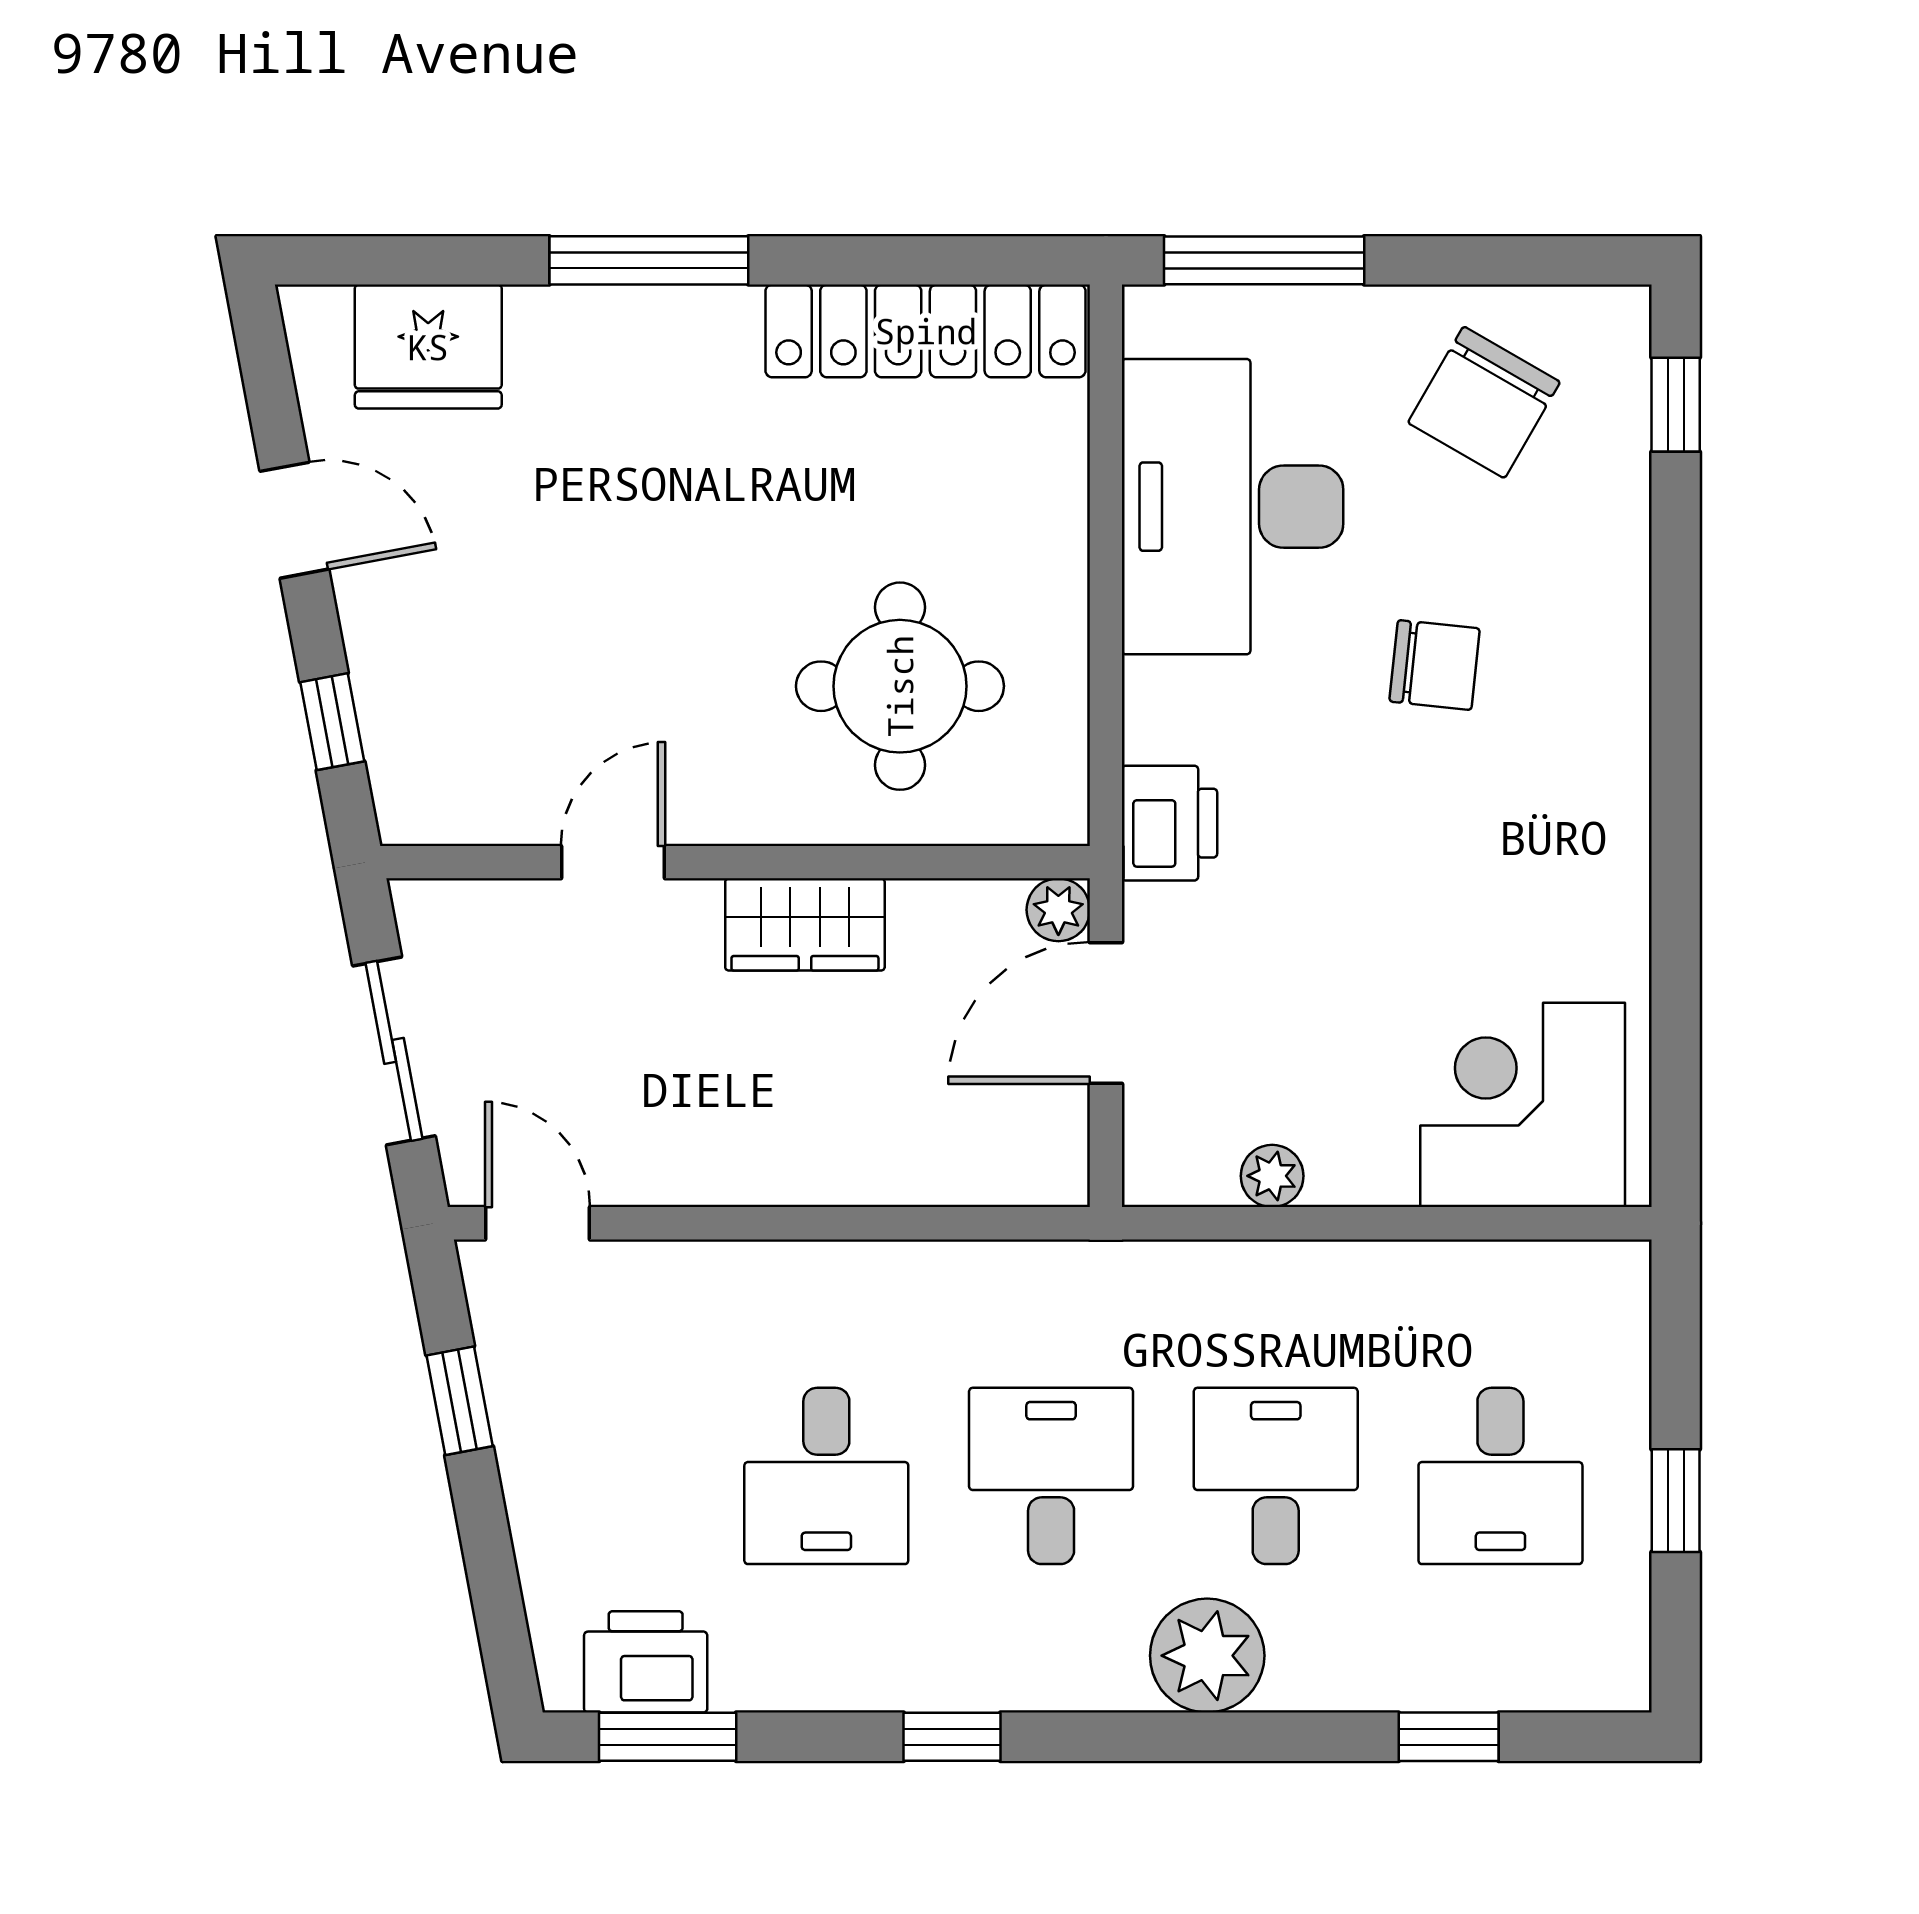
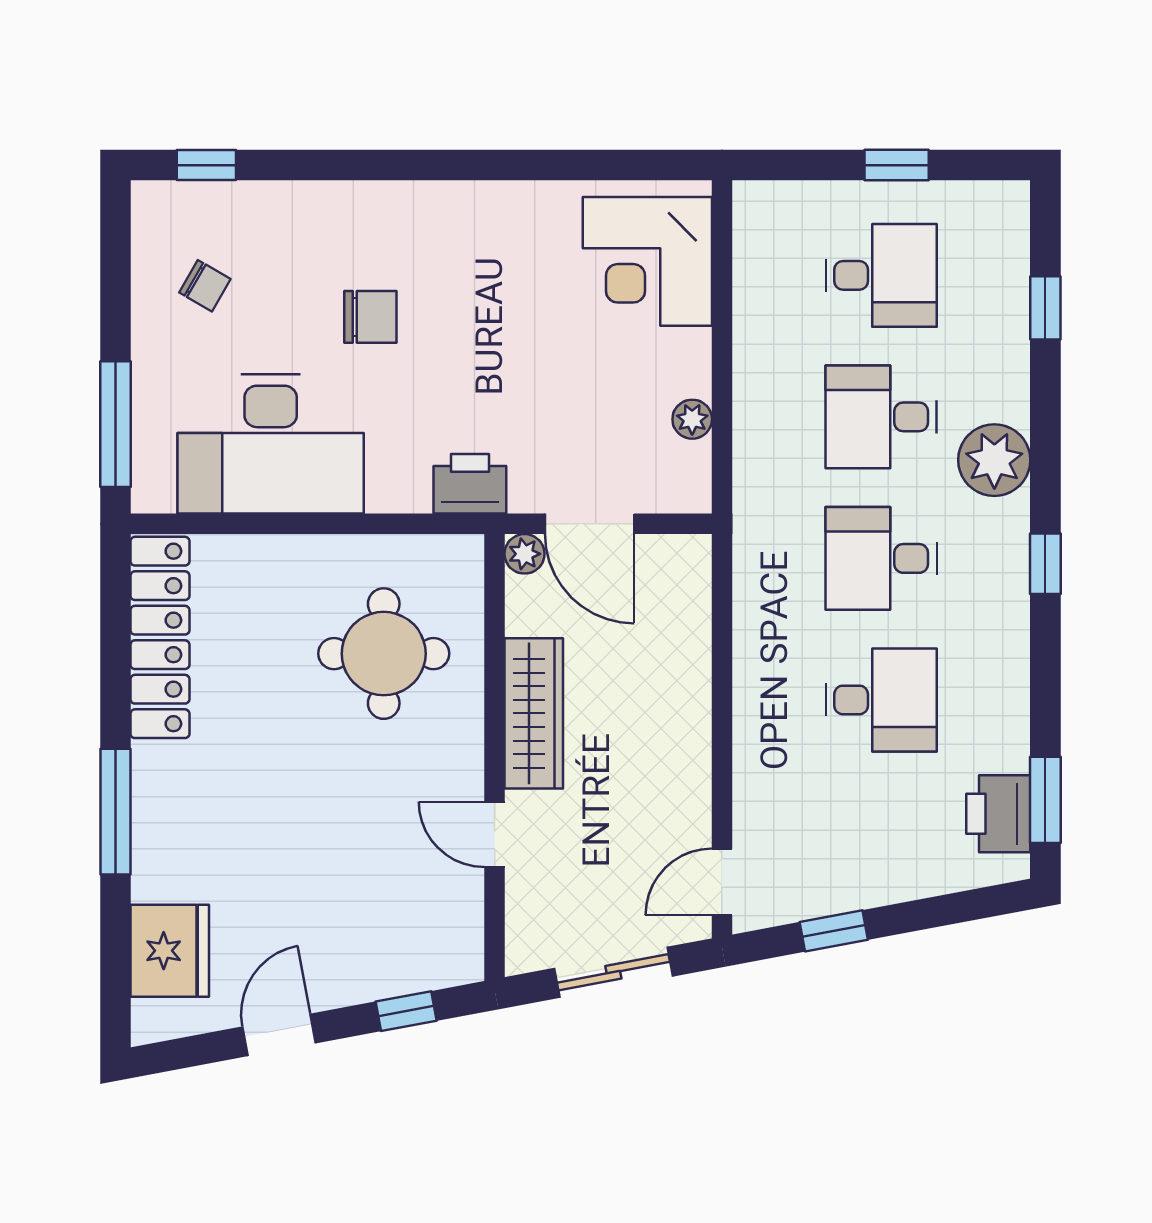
chair: (1484, 402) -> (205, 286), width x0.54, depth x0.54
chair: (1435, 665) -> (370, 317), turned 84
wardrobe: (805, 924) -> (534, 713), width x1.50
window: (952, 1737) -> (1045, 564), moved

